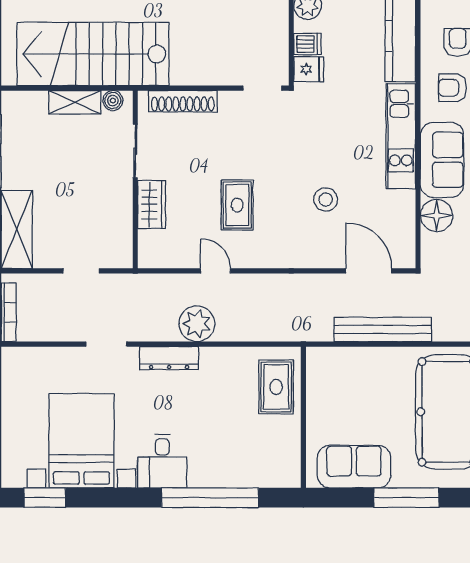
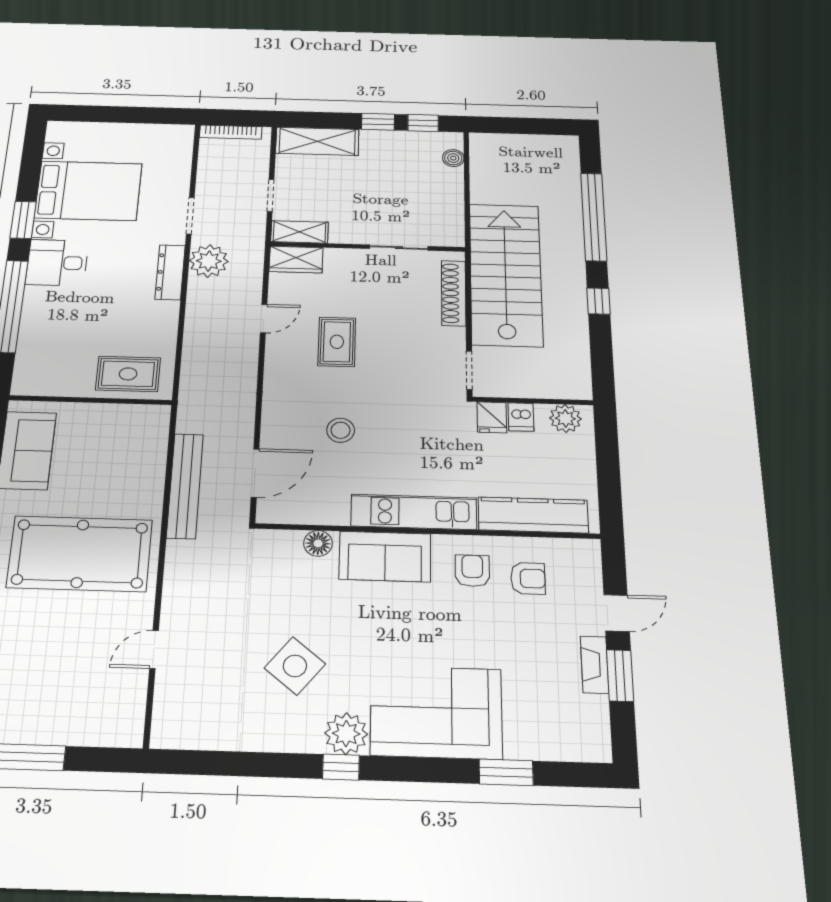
stairs: (93, 54) -> (506, 274), moved
boiler: (113, 101) -> (453, 158), moved
shelving: (75, 102) -> (299, 232), moved, turned 90
wardrobe: (152, 204) -> (296, 260), moved
rug: (237, 205) -> (337, 342), turned 90
floor lamp: (437, 215) -> (318, 543), width x0.73, depth x0.73
plant: (197, 324) -> (209, 261), moved
window: (45, 498) -> (23, 220), moved

